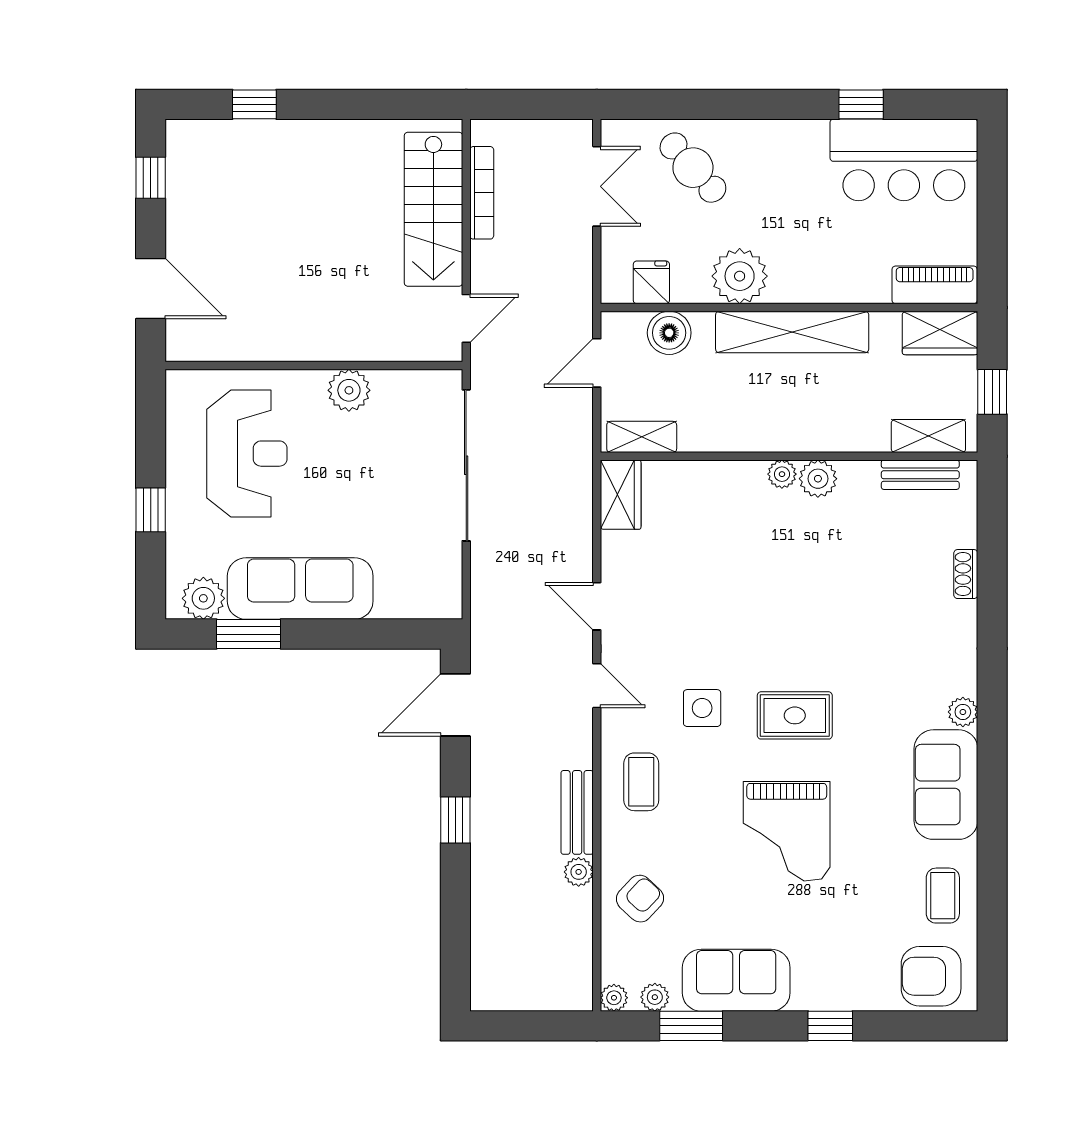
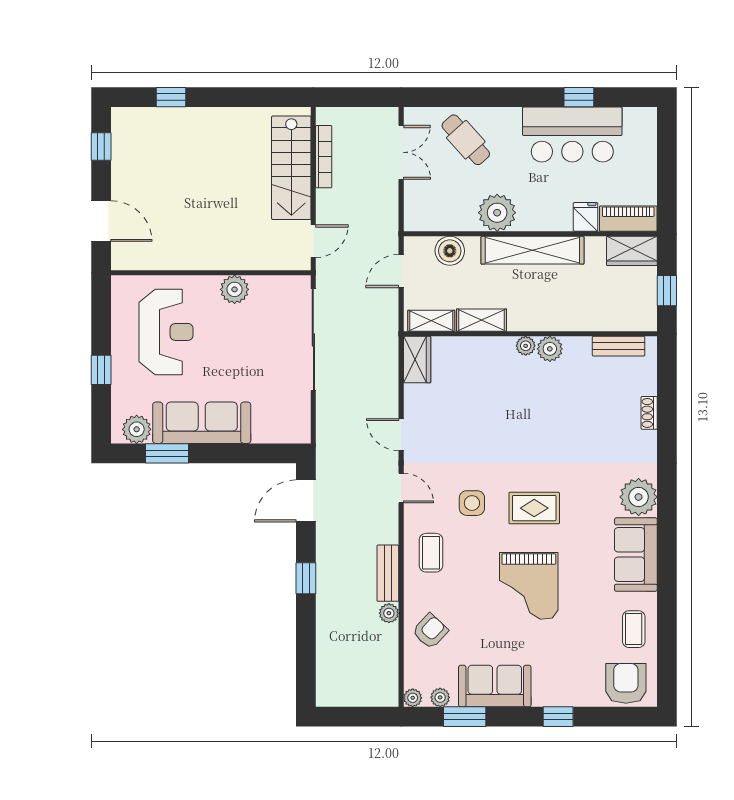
bar counter: (904, 160) -> (572, 135), moved
fridge: (651, 282) -> (586, 217), moved
shelving: (928, 436) -> (482, 320), moved
plant: (963, 712) -> (639, 497), width x1.88, depth x1.88
armchair: (931, 976) -> (626, 683), turned 90

